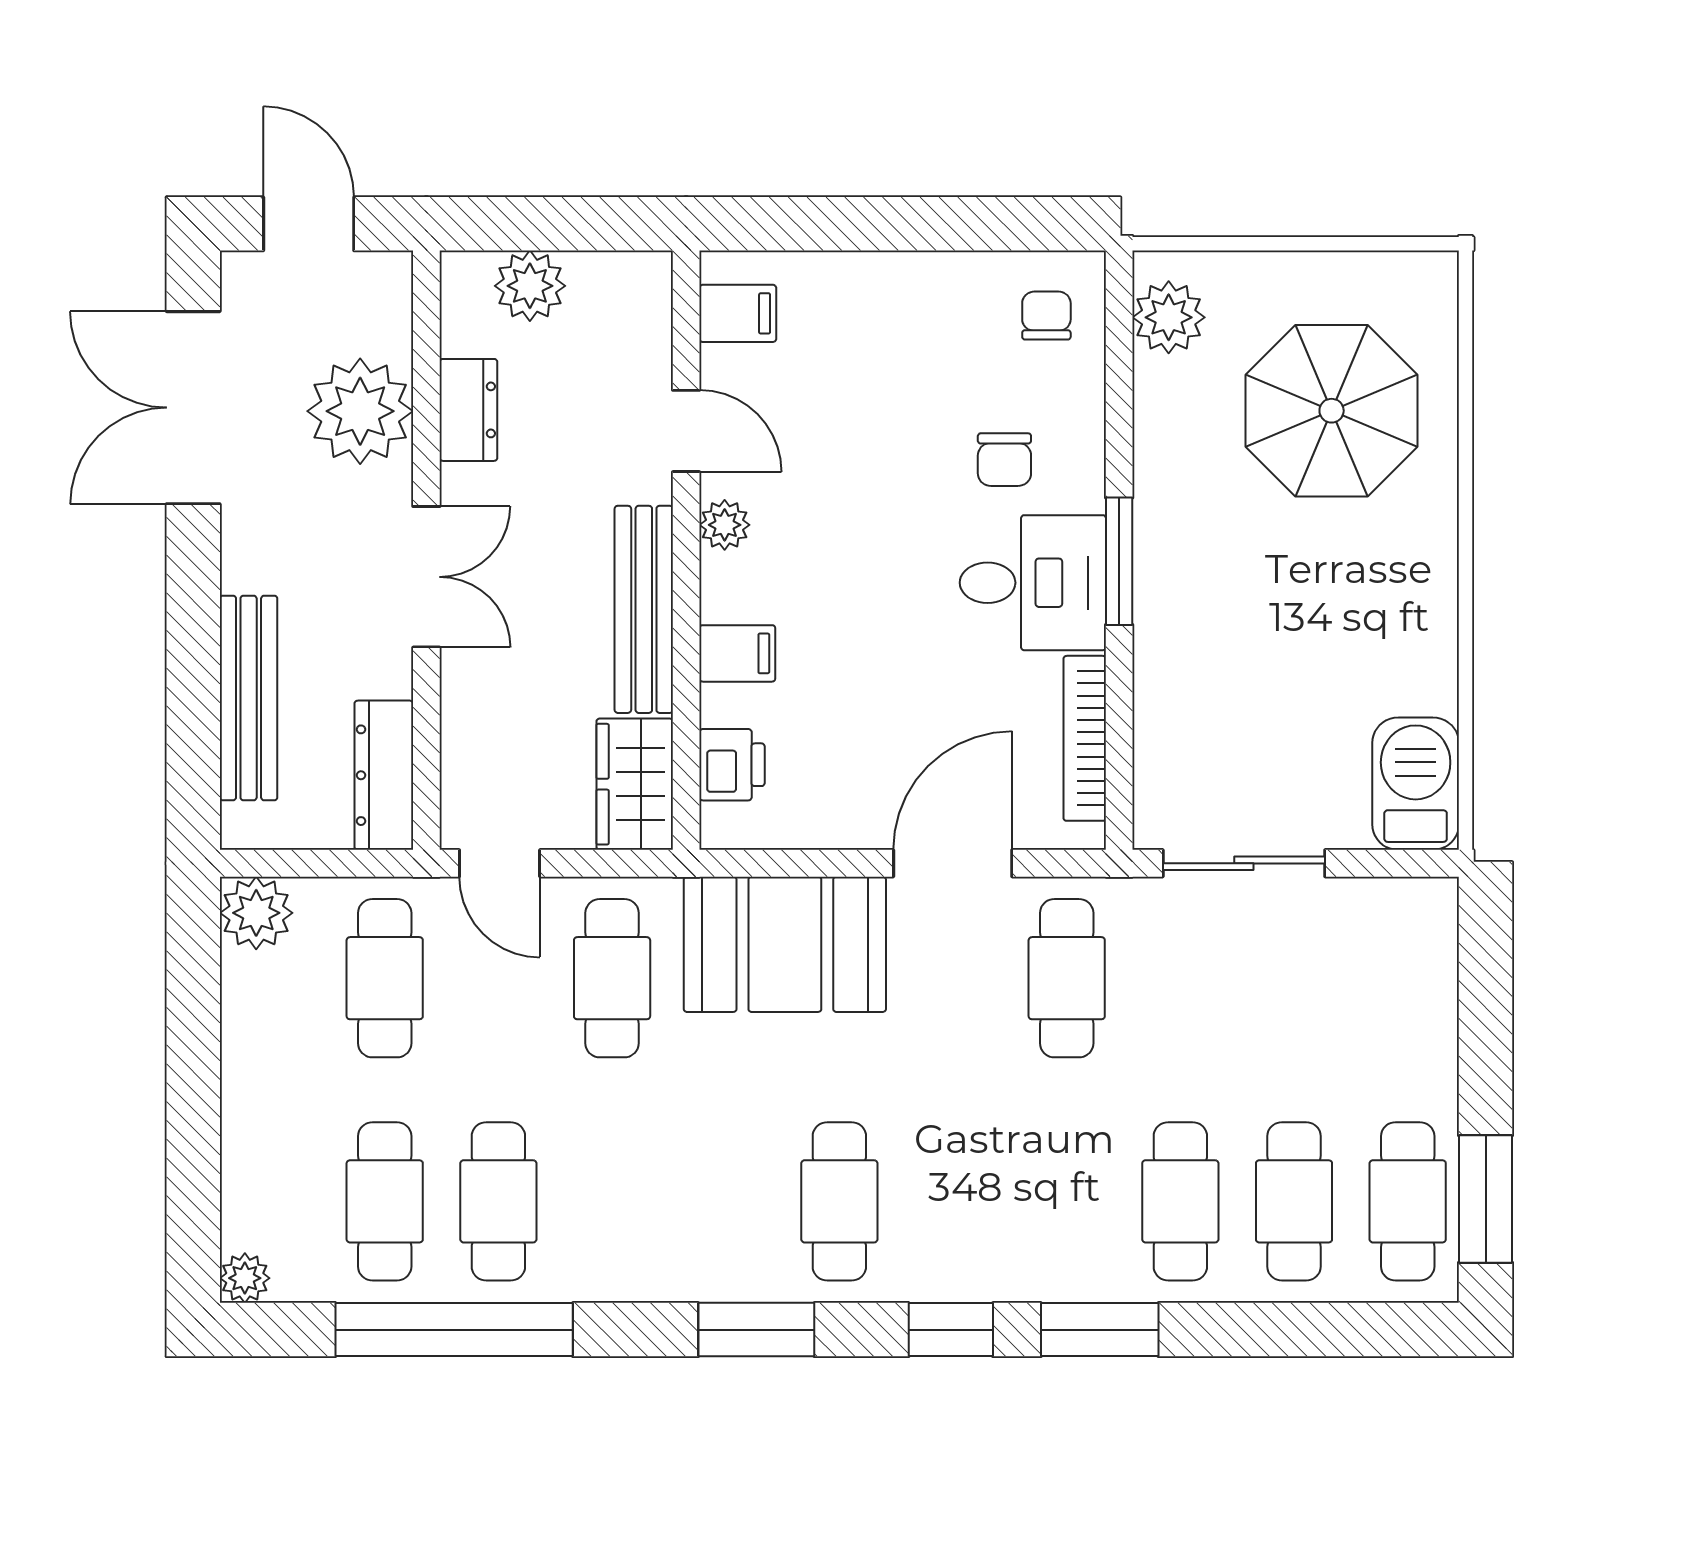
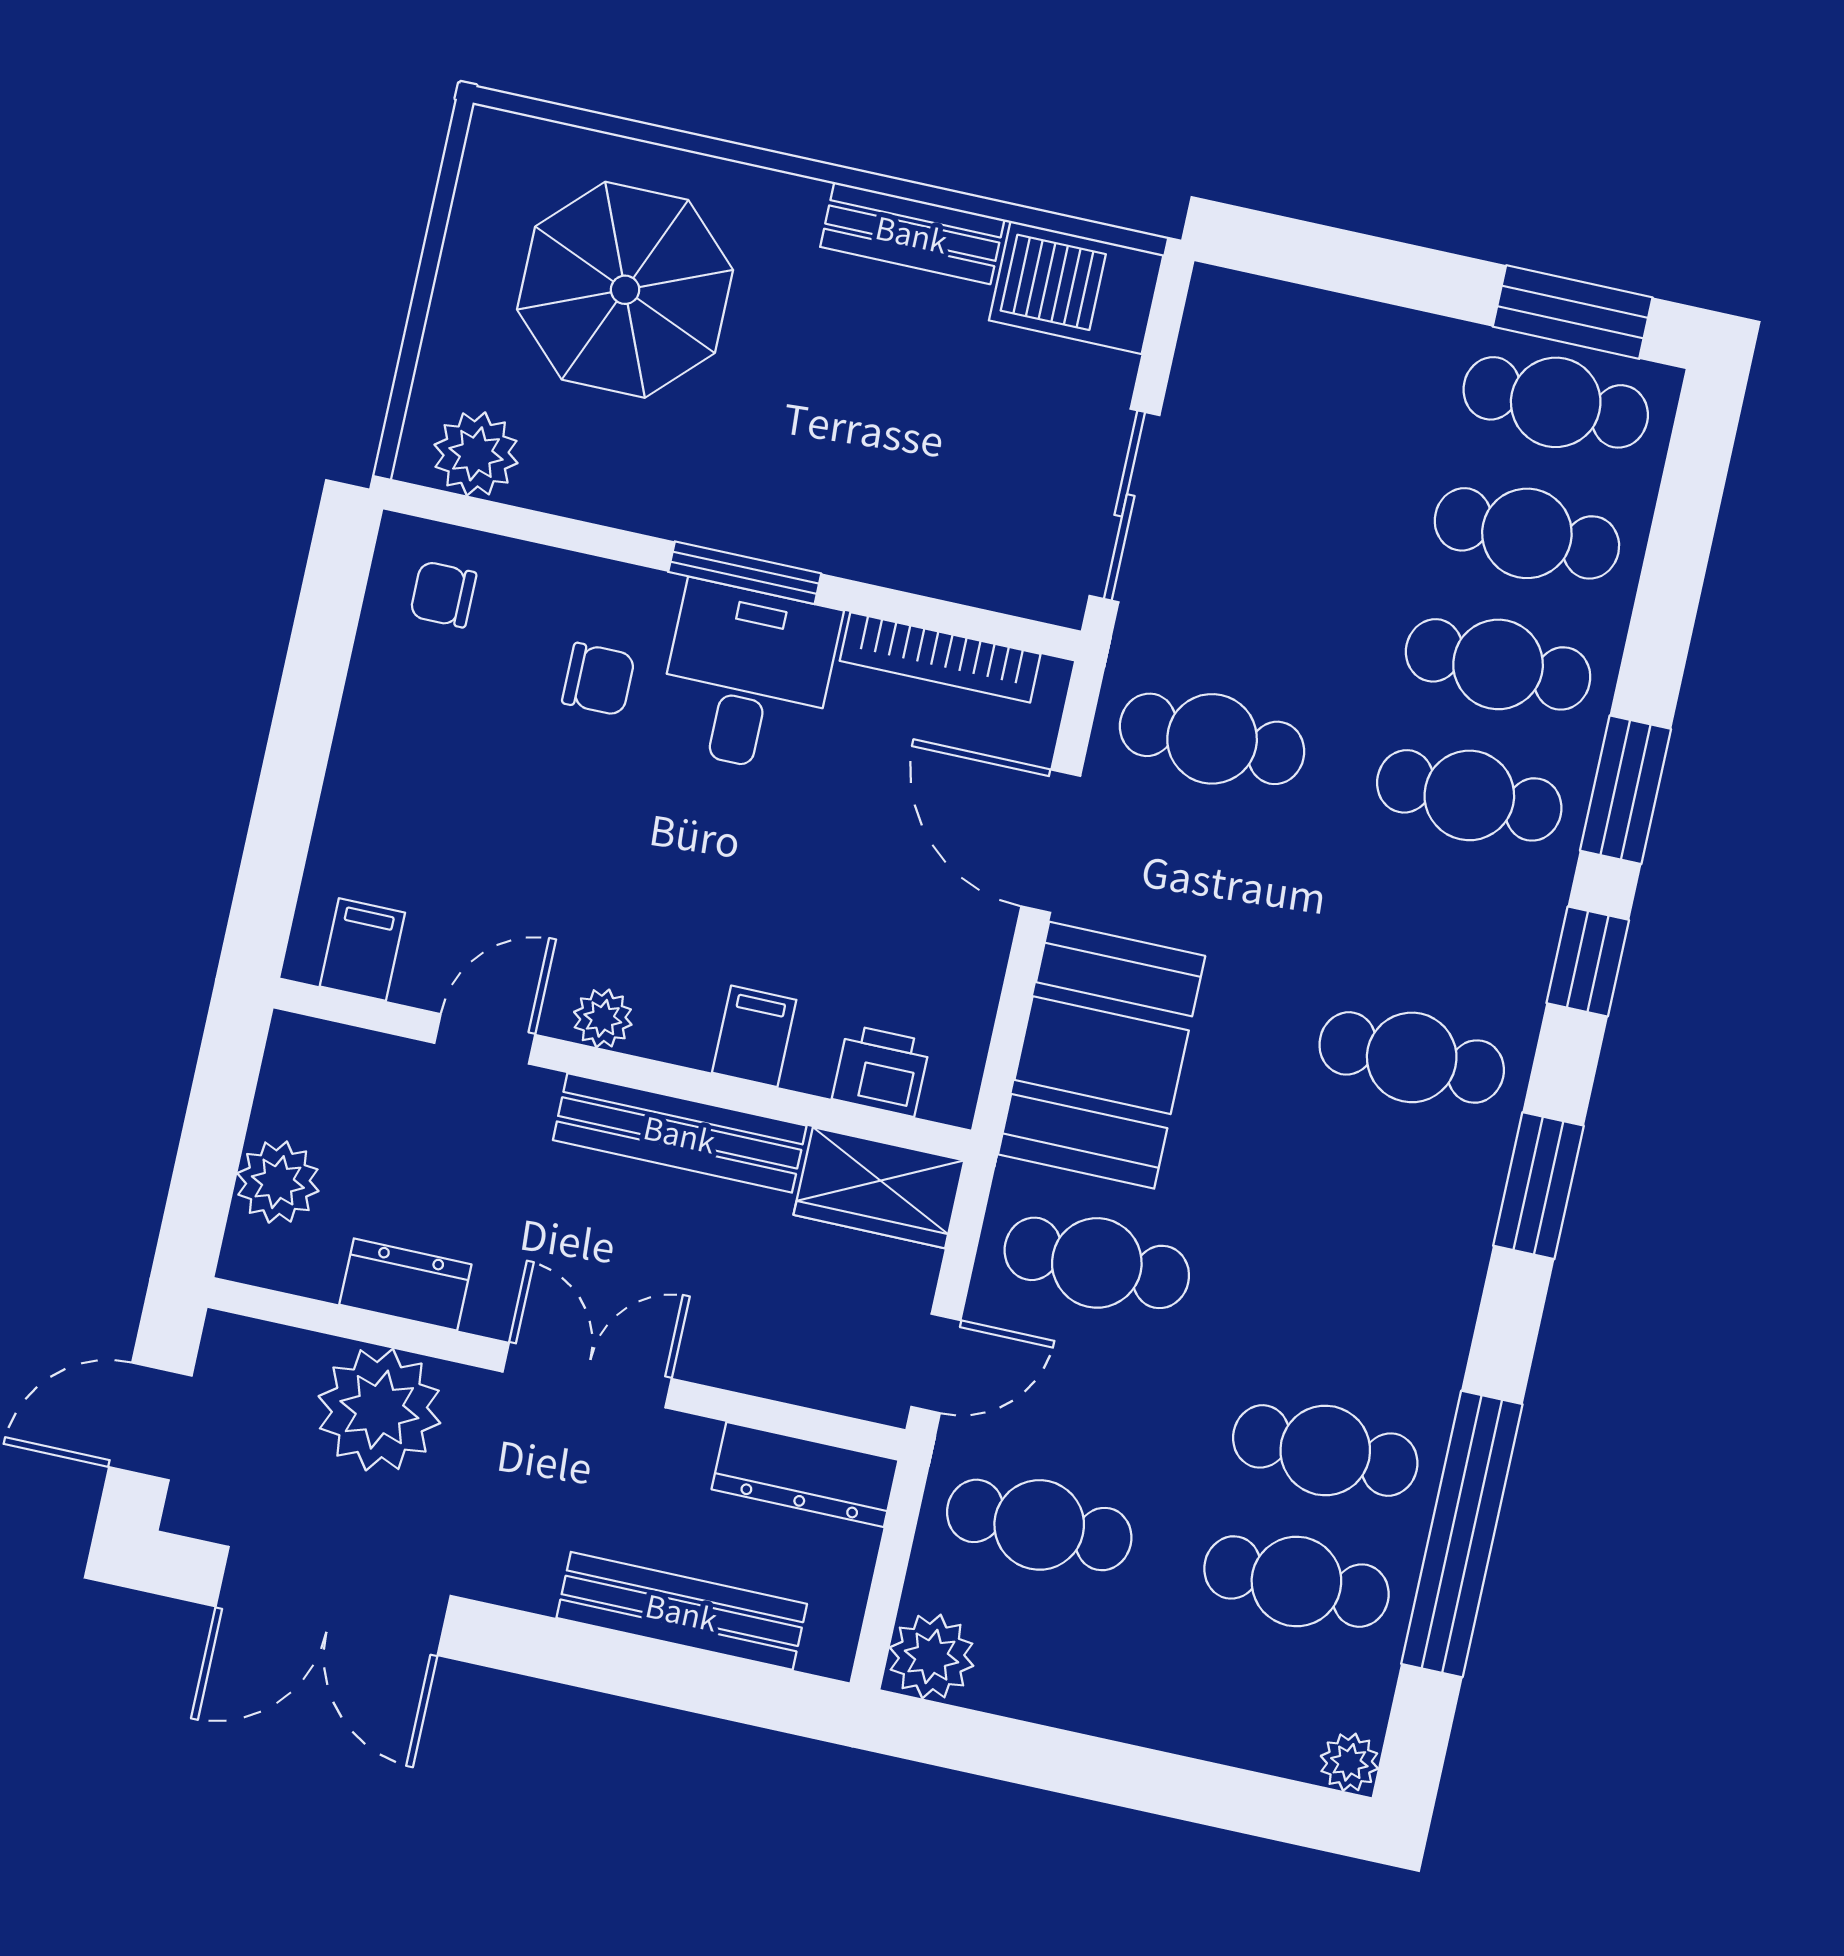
bench: (1431, 638) -> (912, 233), added
cafe table: (1067, 1201) -> (1469, 795), added

